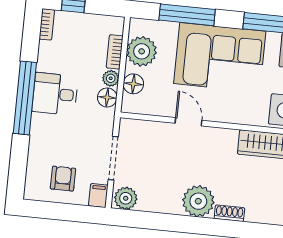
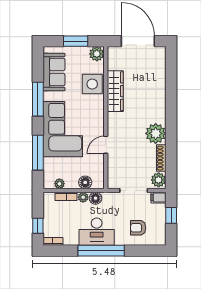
plant: (142, 51) -> (59, 184), width x0.53, depth x0.53
desk: (55, 94) -> (97, 232), width x1.37
armchair: (63, 179) -> (138, 228), moved
window: (68, 212) -> (171, 215), added
shoe rack: (229, 213) -> (161, 158), moved, width x1.43

